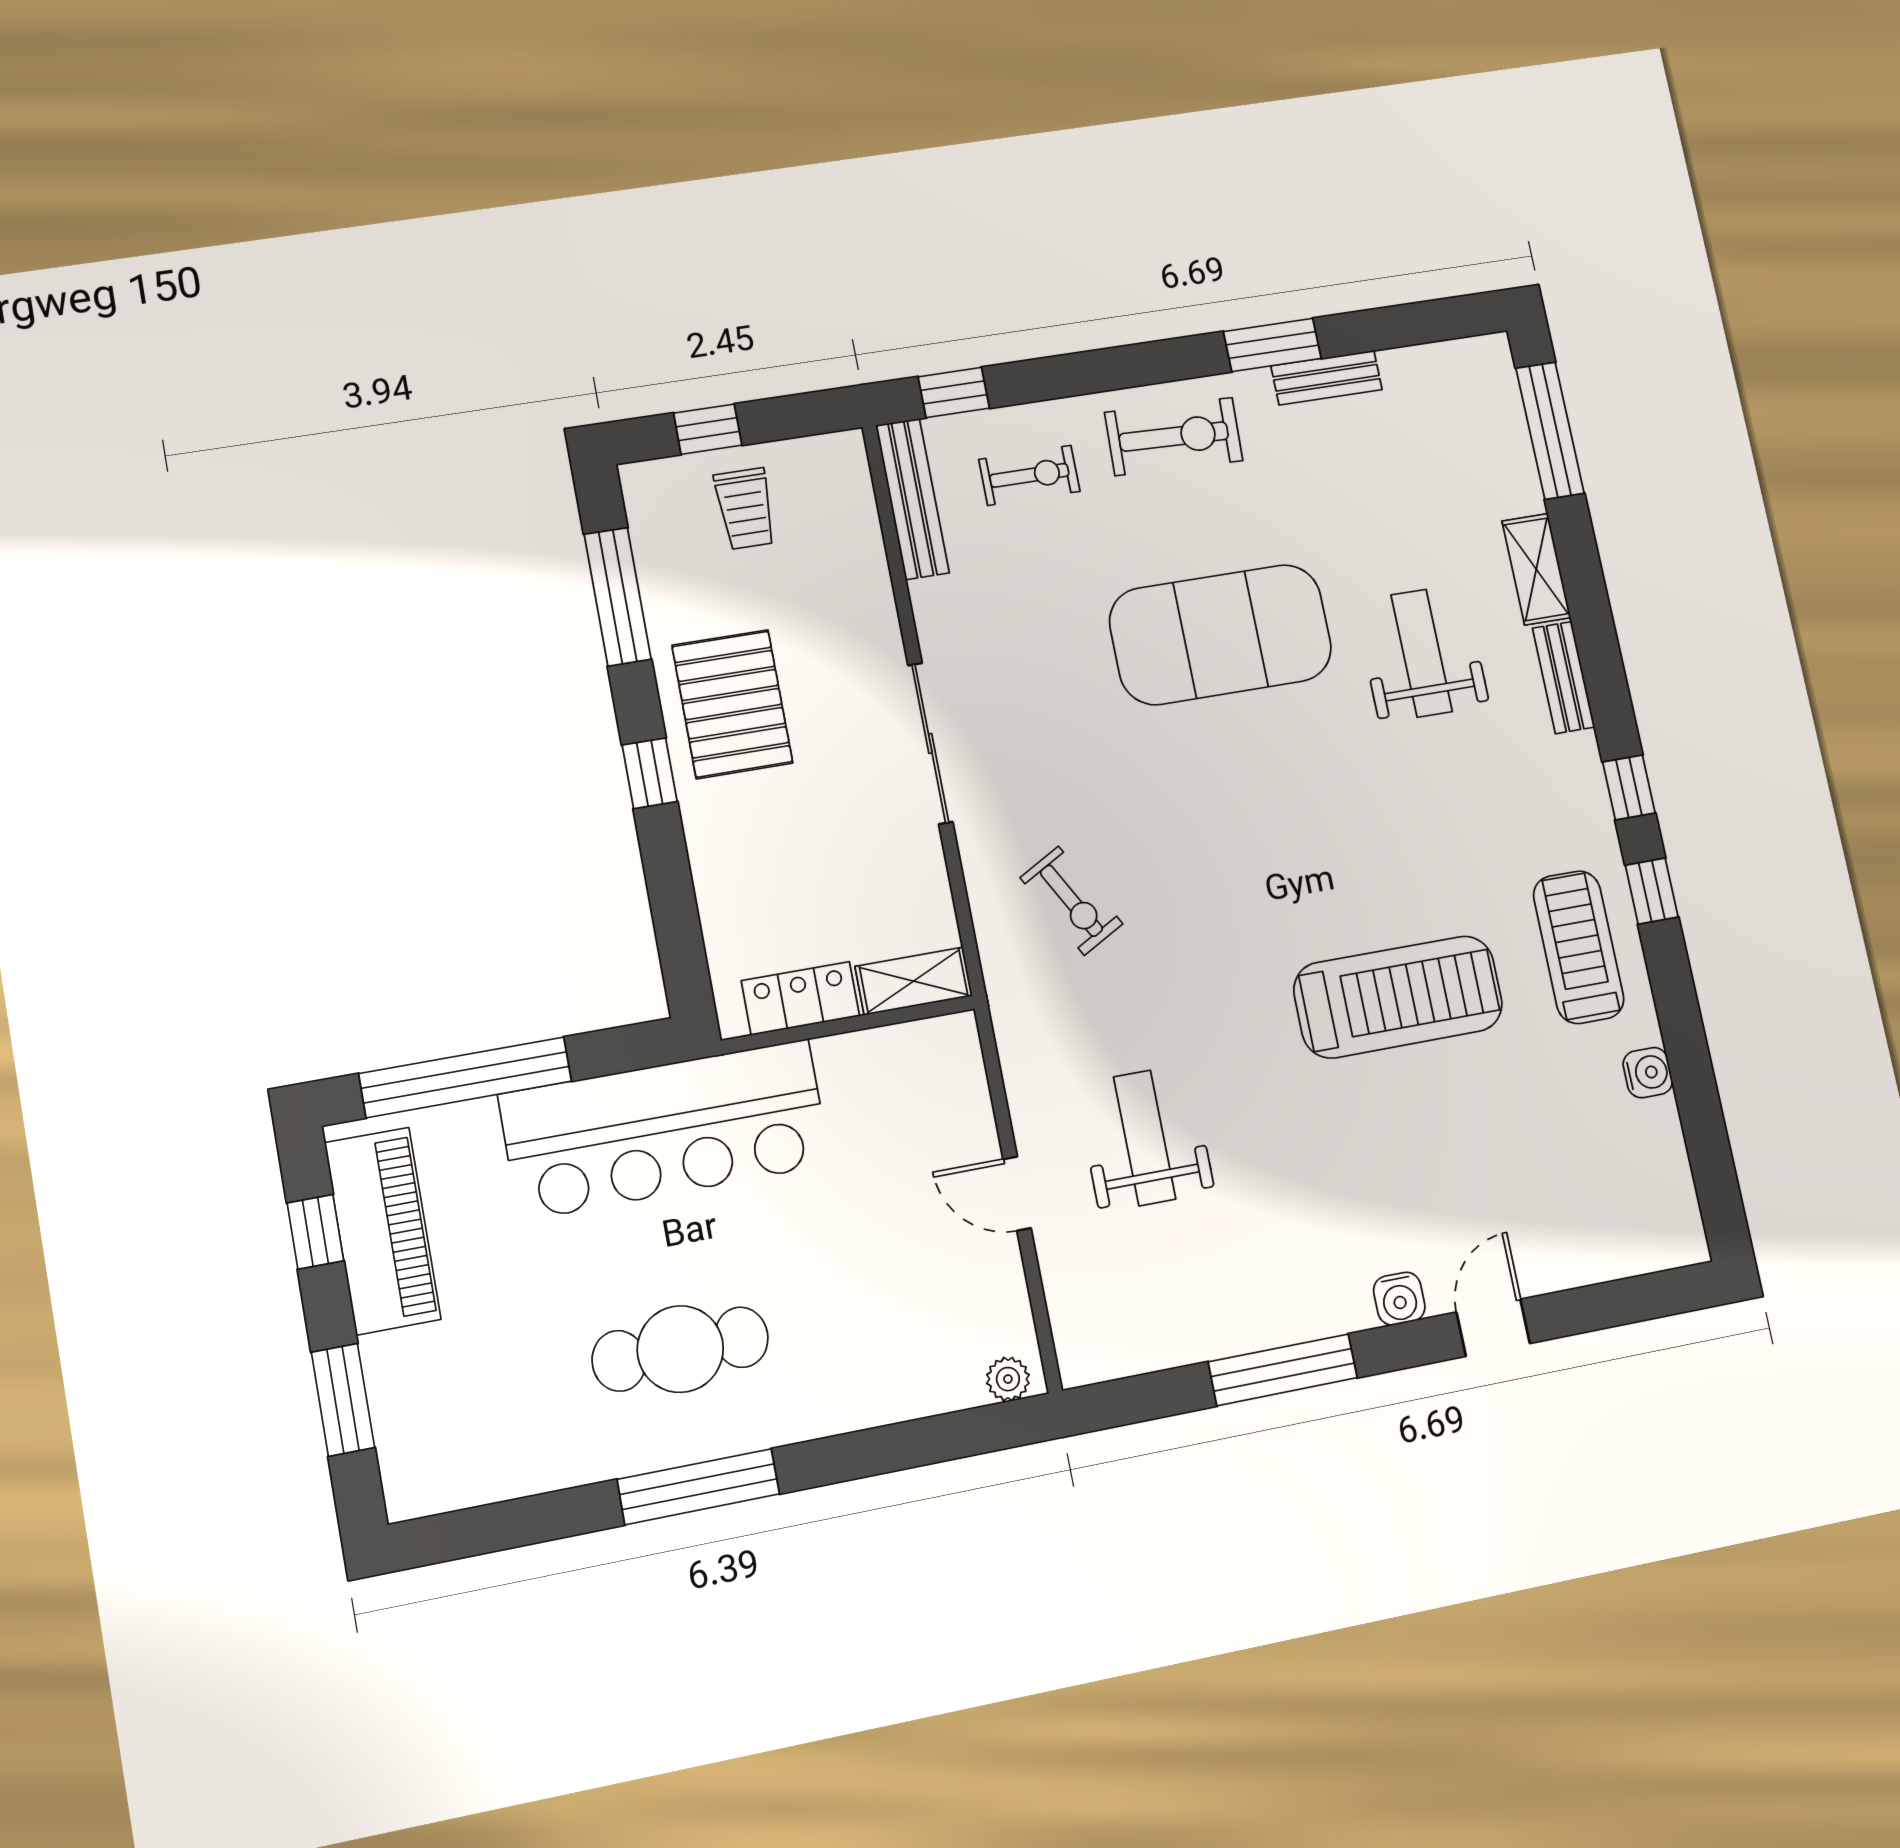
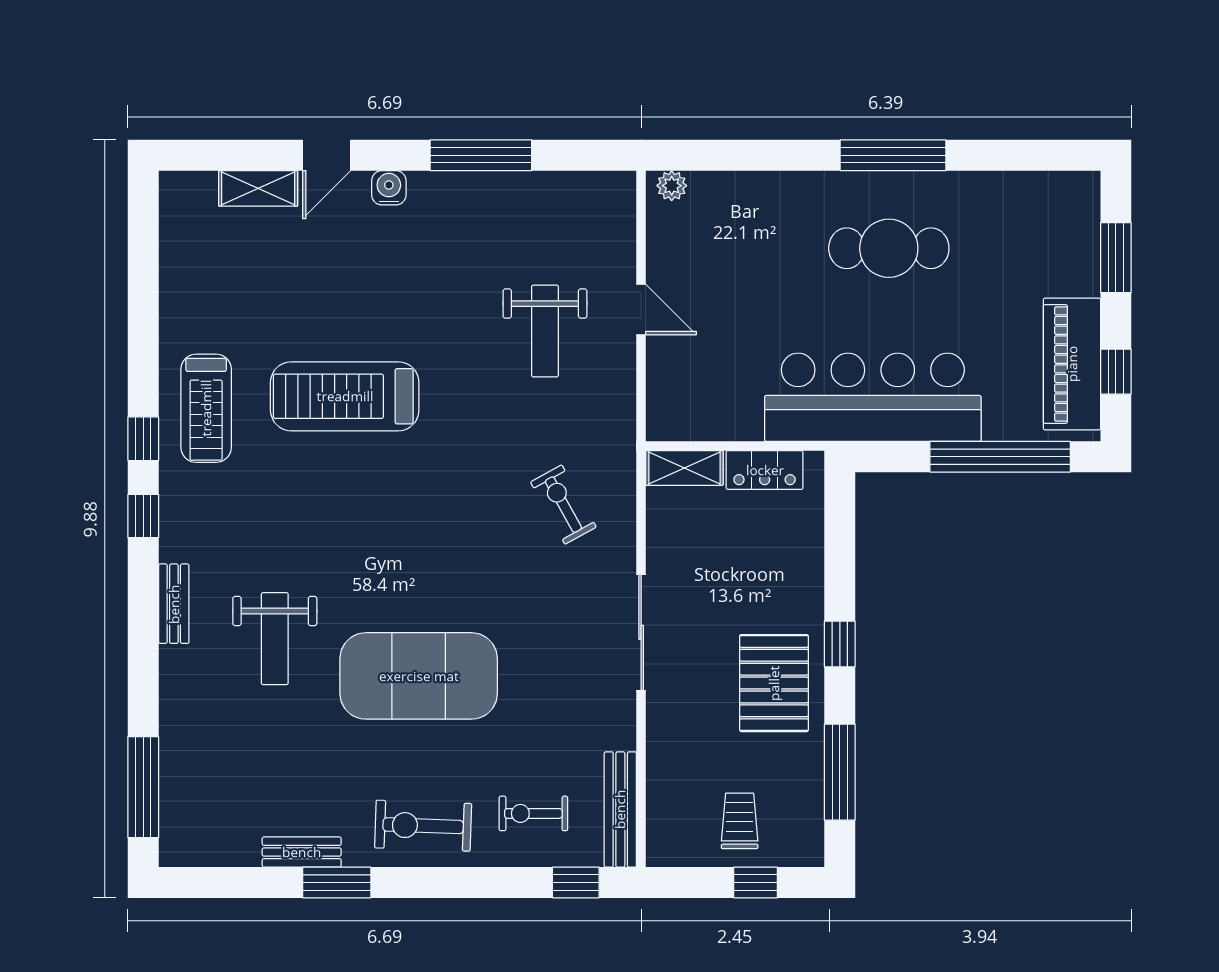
shelving: (1536, 569) -> (258, 188), moved, turned 90
water cooler: (1648, 1073) -> (176, 311), removed

